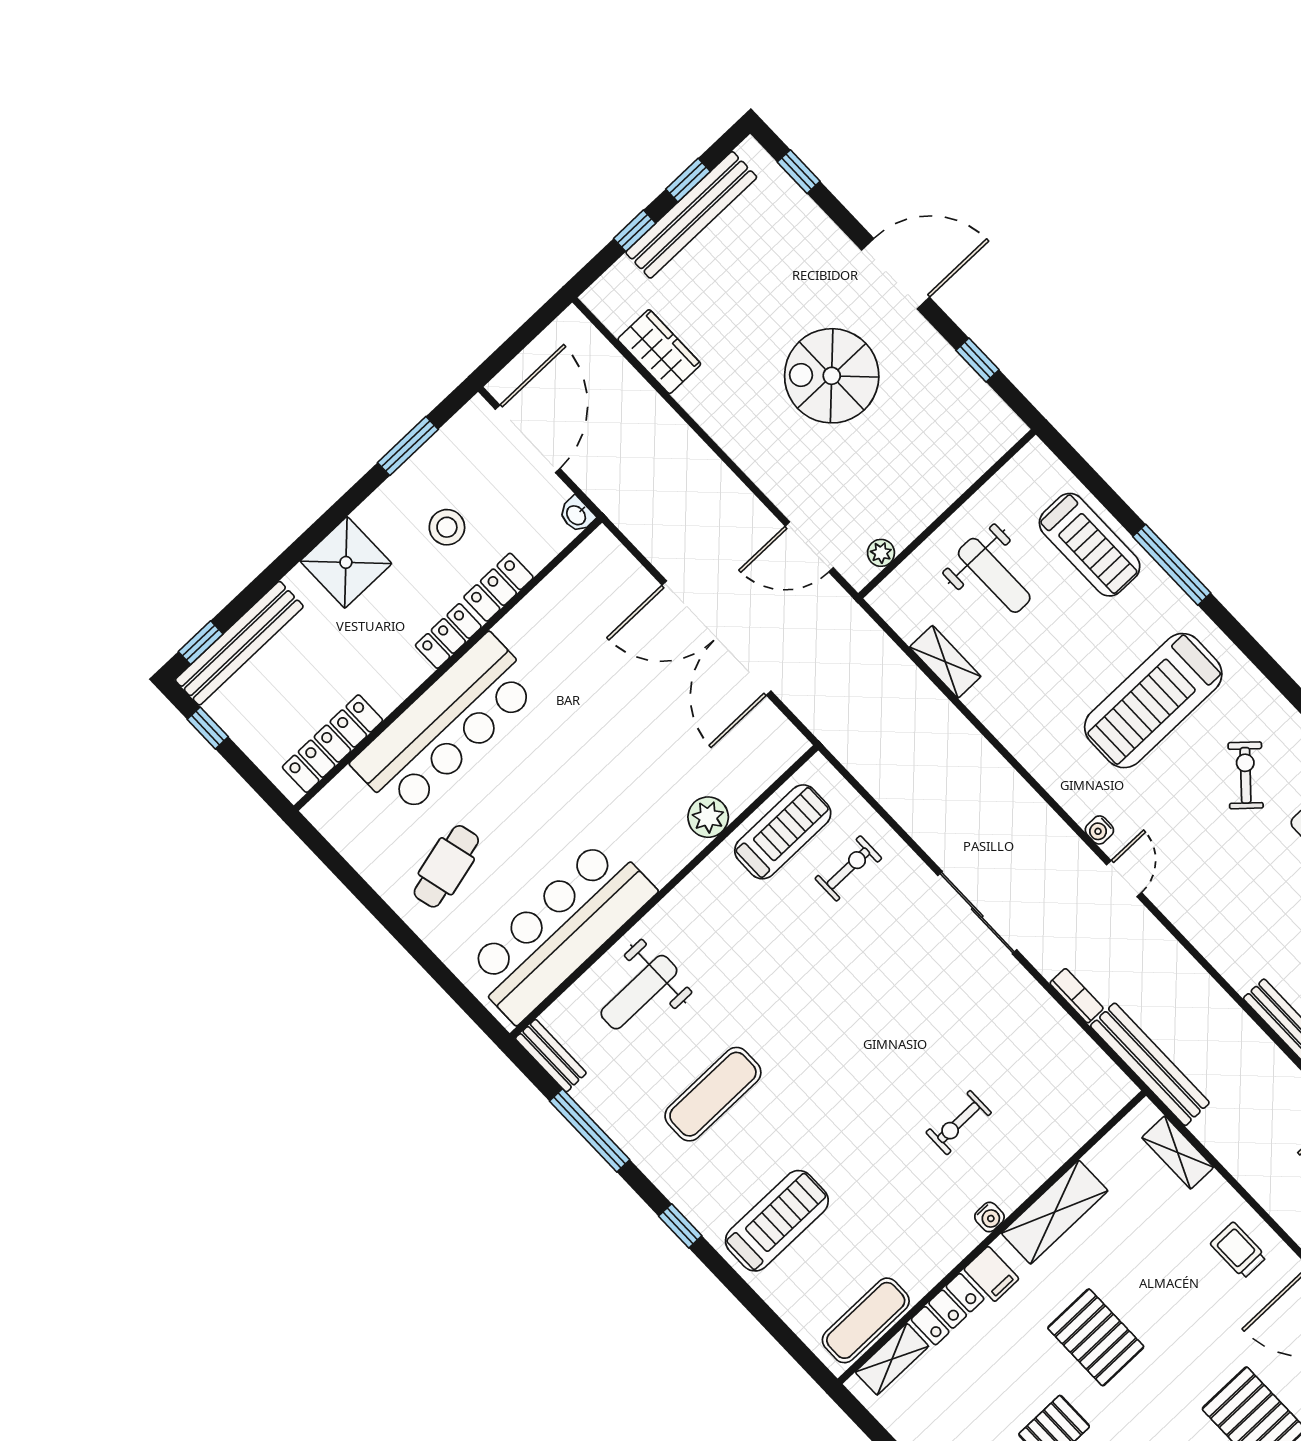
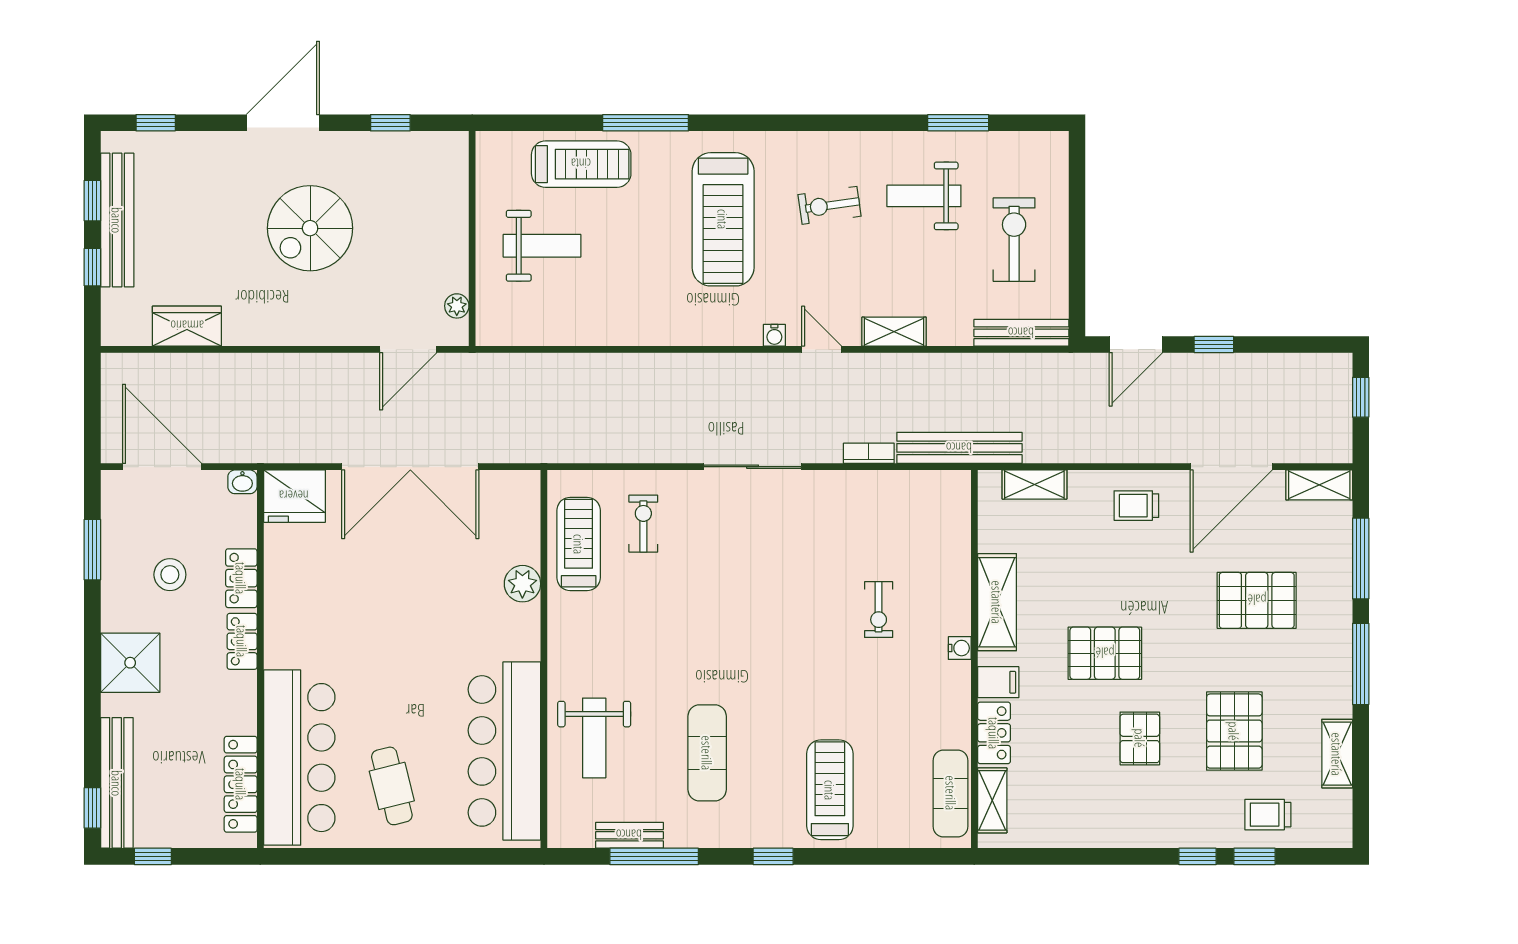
fridge: (605, 567) -> (294, 496), added
shelving: (945, 662) -> (894, 332), moved
bar counter: (446, 726) -> (299, 758), moved
exercise bike: (1246, 775) -> (829, 205), turned -50
bench: (551, 1056) -> (629, 835), moved

